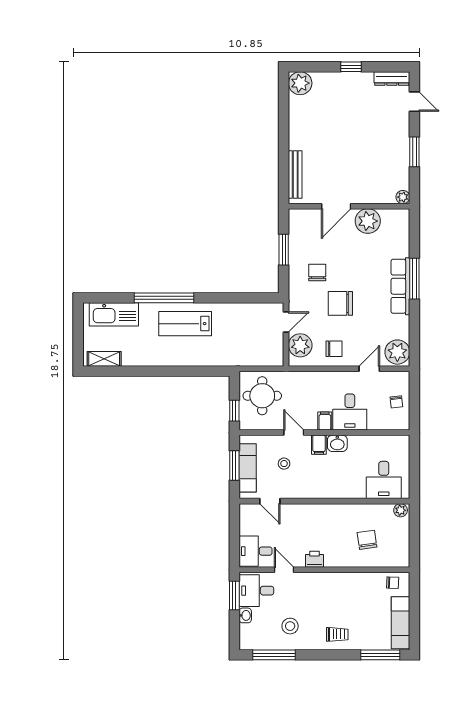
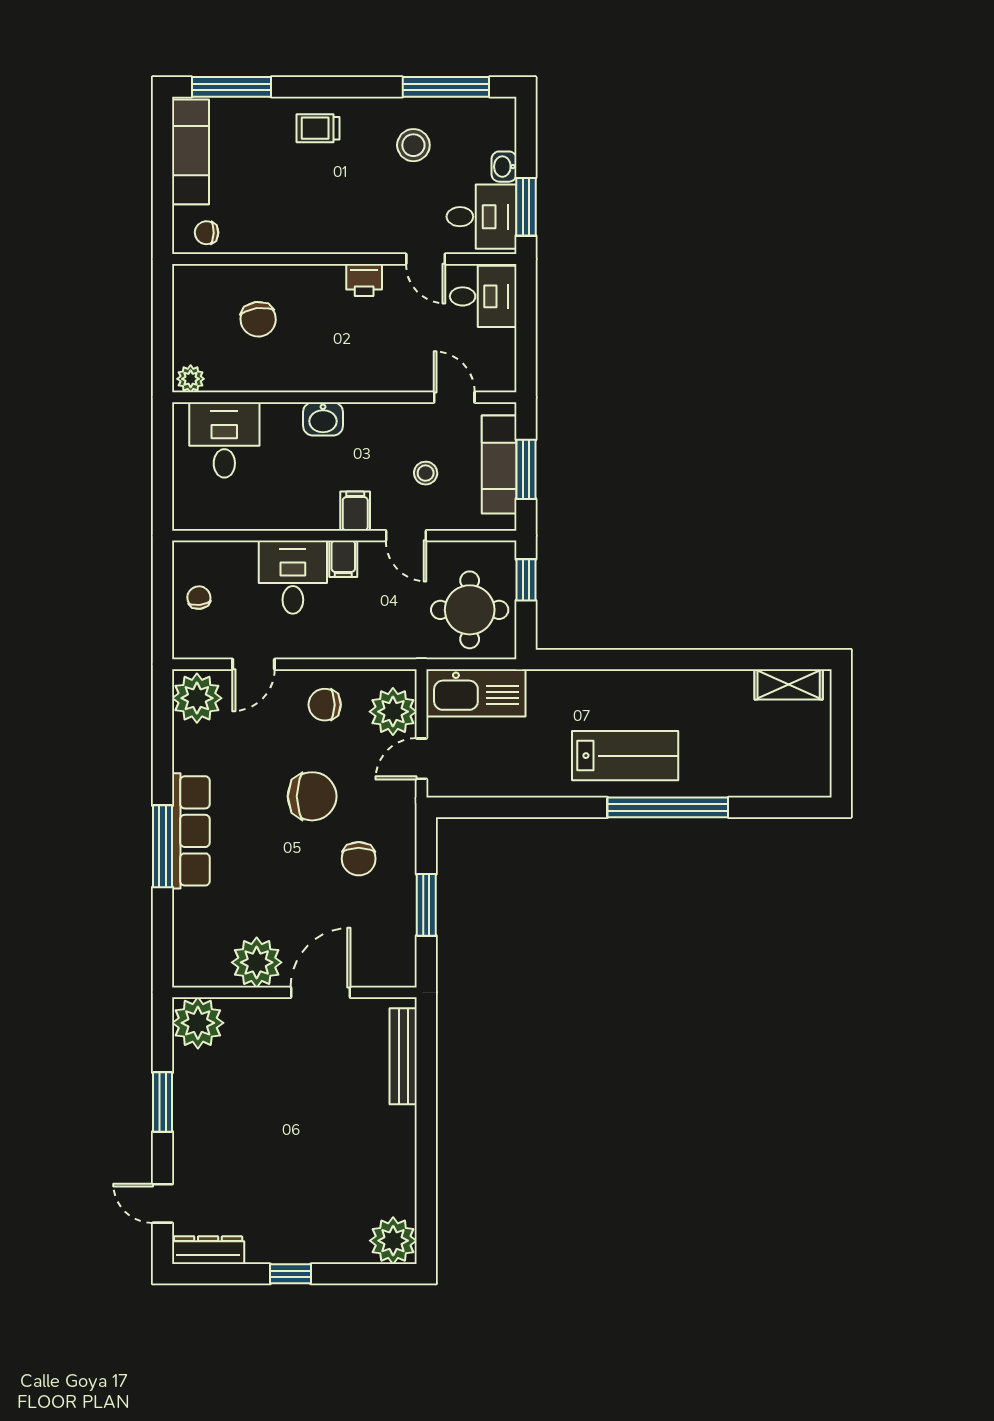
plant: (403, 197) -> (198, 1023), width x1.87, depth x1.87
kitchen sink: (114, 314) -> (476, 693), moved, turned 180
washbasin: (337, 443) -> (323, 419), moved, turned 180

